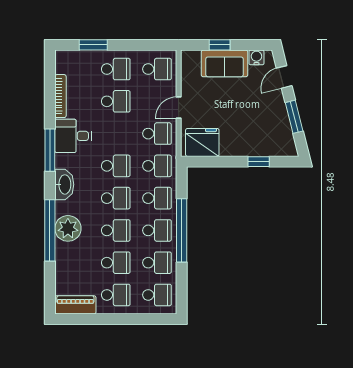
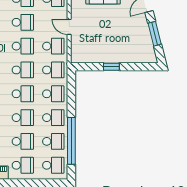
door: (179, 108) -> (69, 27), hinge flipped
school desk: (116, 134) -> (23, 46), added
fridge: (202, 142) -> (87, 53), removed
window: (259, 162) -> (111, 67), moved
window: (182, 230) -> (71, 141), moved

